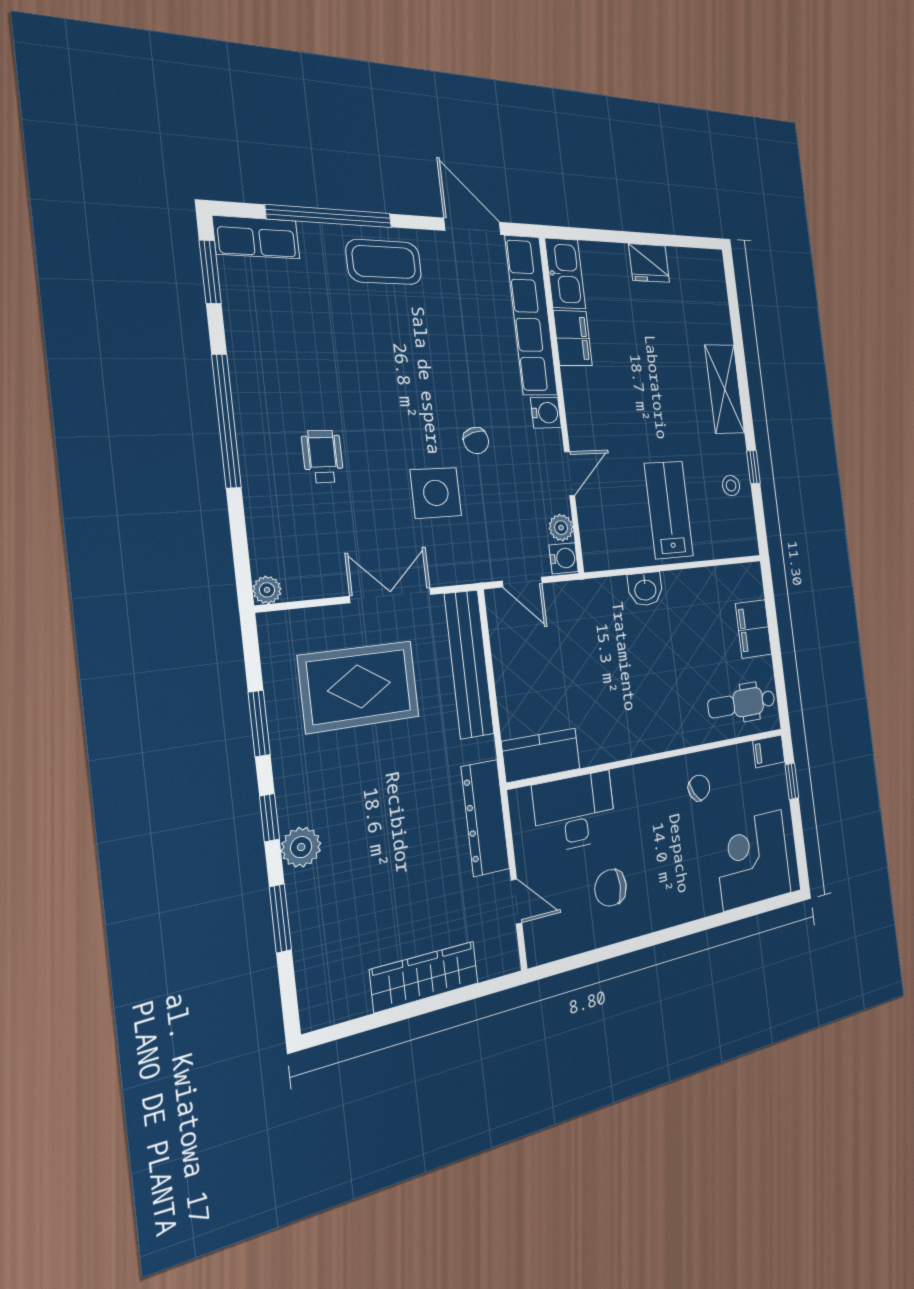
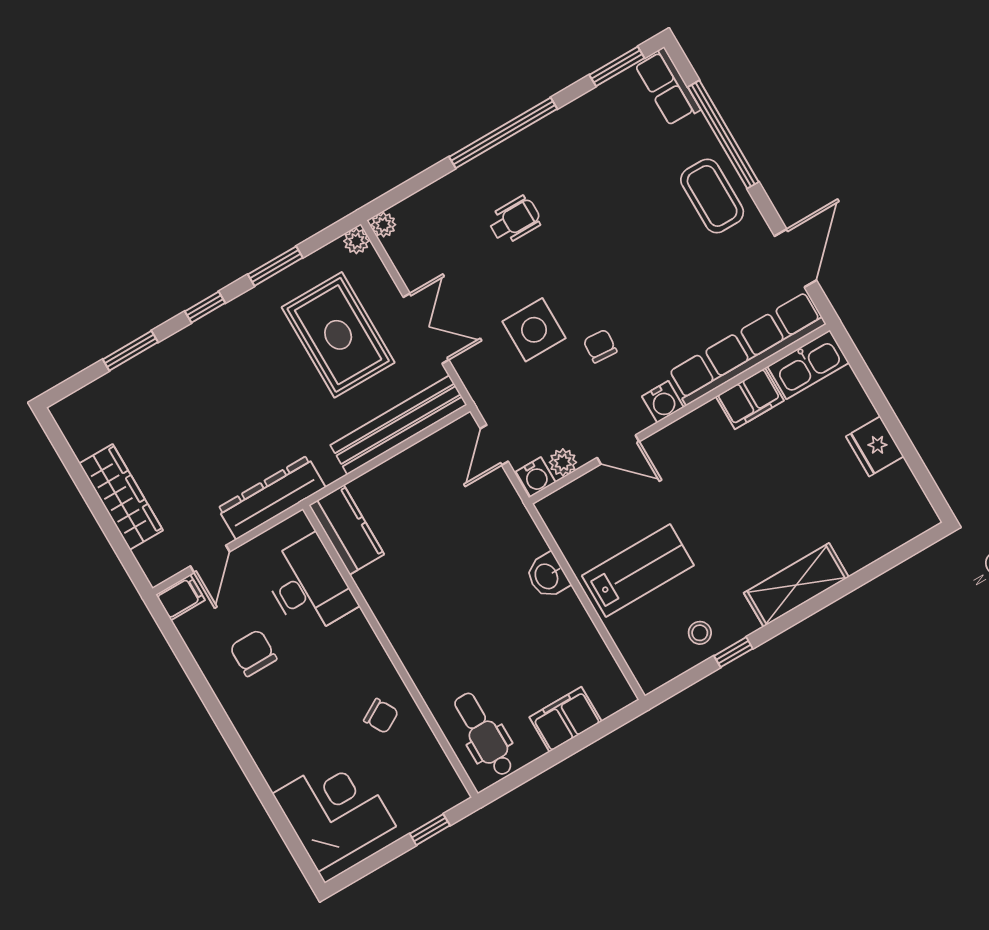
chair: (476, 441) -> (600, 346), turned 111
filing cabinet: (769, 751) -> (180, 597), moved, turned 90
plant: (301, 847) -> (356, 241), moved, width x0.73, depth x0.73

